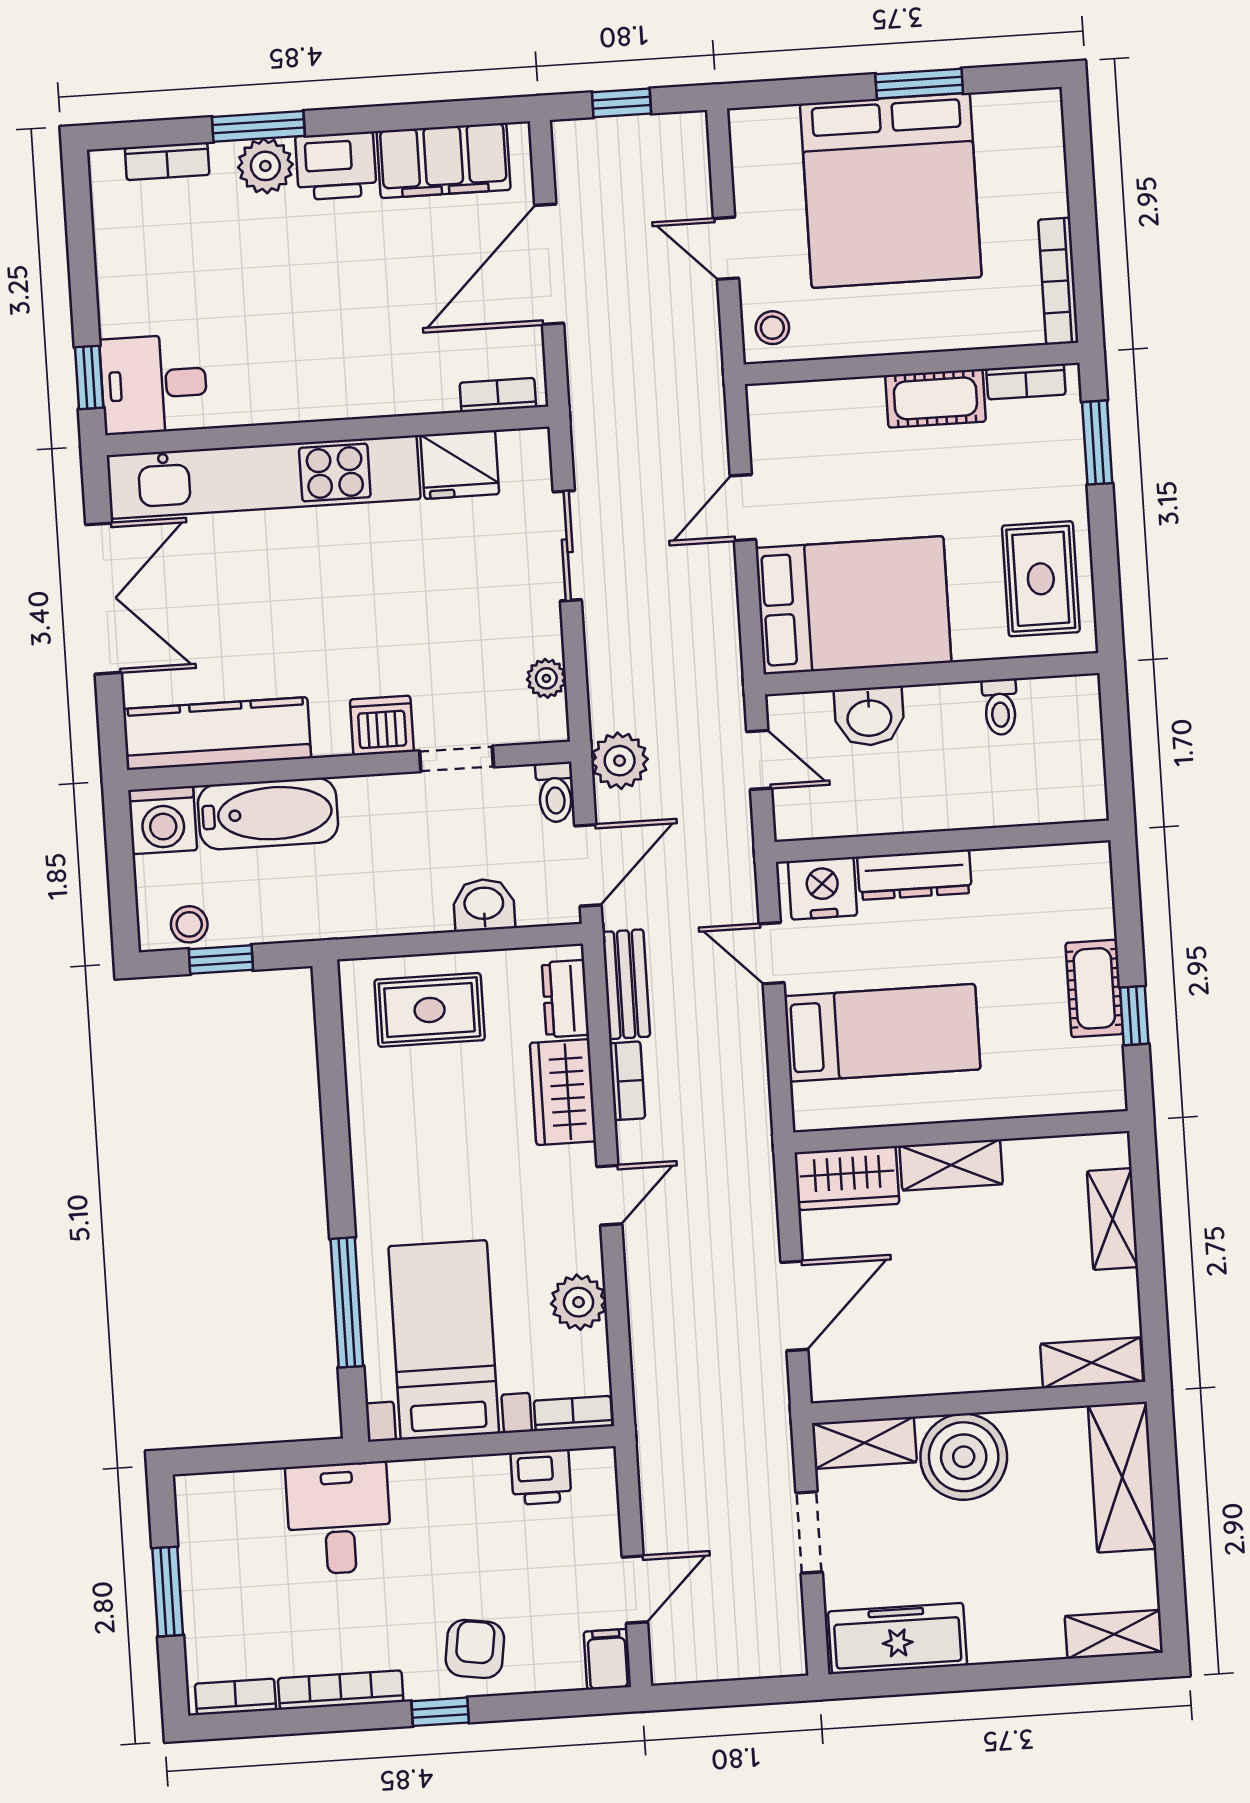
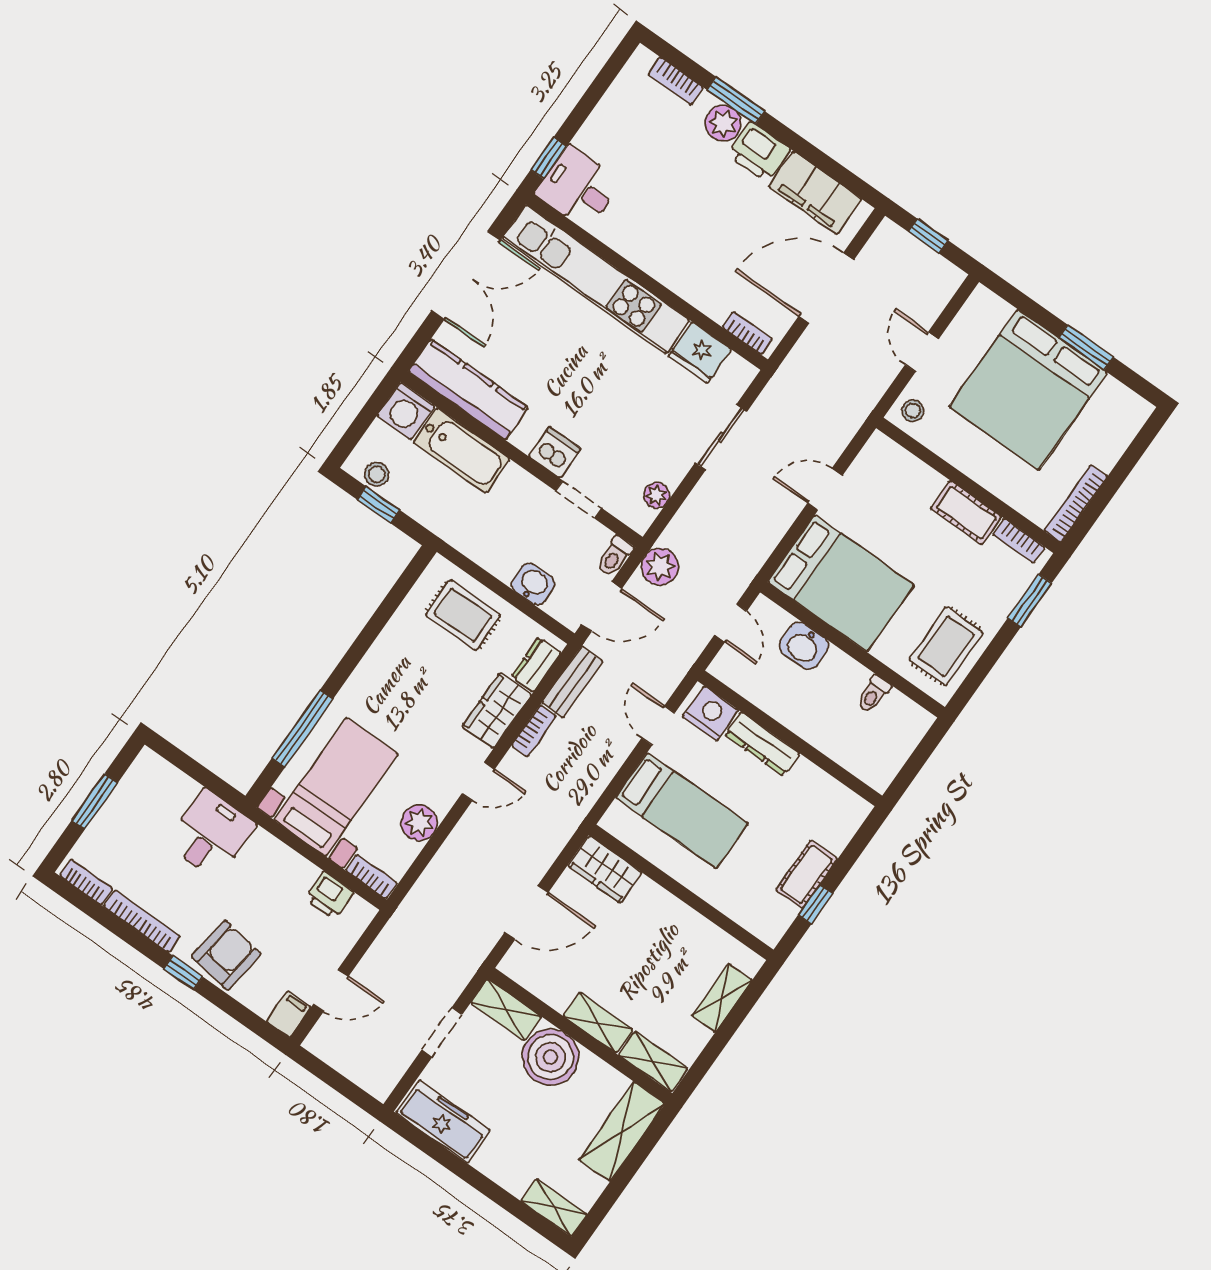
shelving: (951, 1165) -> (598, 1023), moved
armchair: (475, 1649) -> (226, 955), width x1.38, depth x1.38

